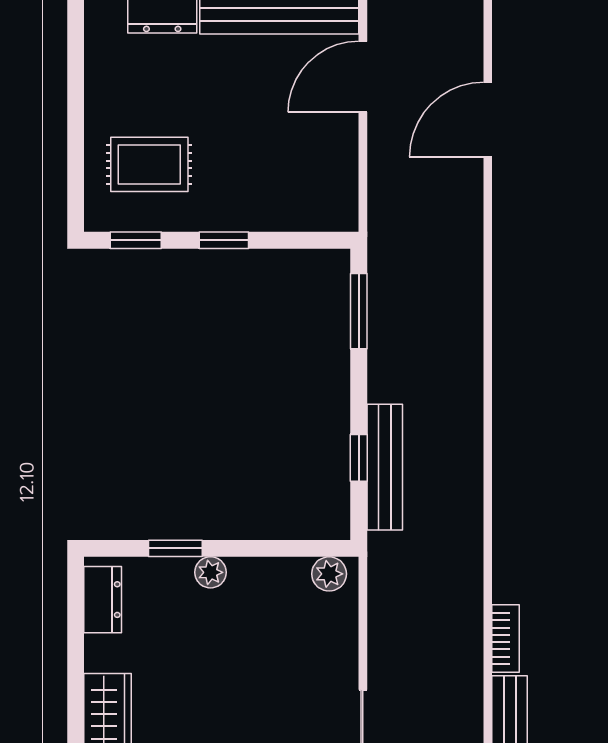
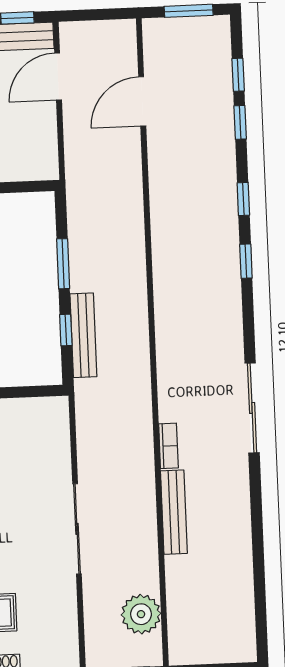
window: (359, 311) -> (63, 264), moved
plant: (329, 574) -> (49, 408), removed

